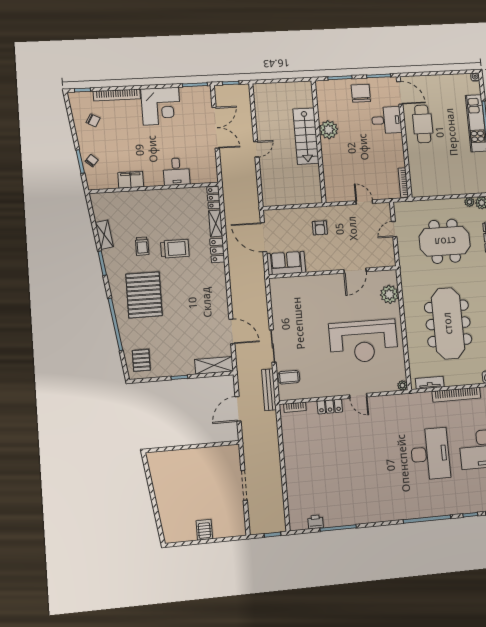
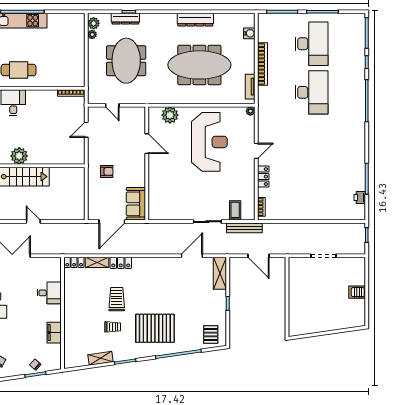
pallet: (141, 360) -> (211, 335), turned 90
desk: (430, 454) -> (311, 92), turned 90

